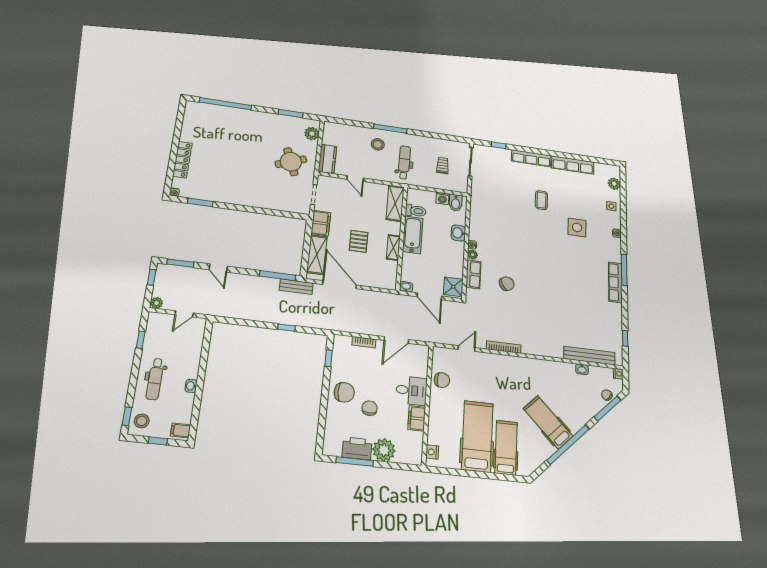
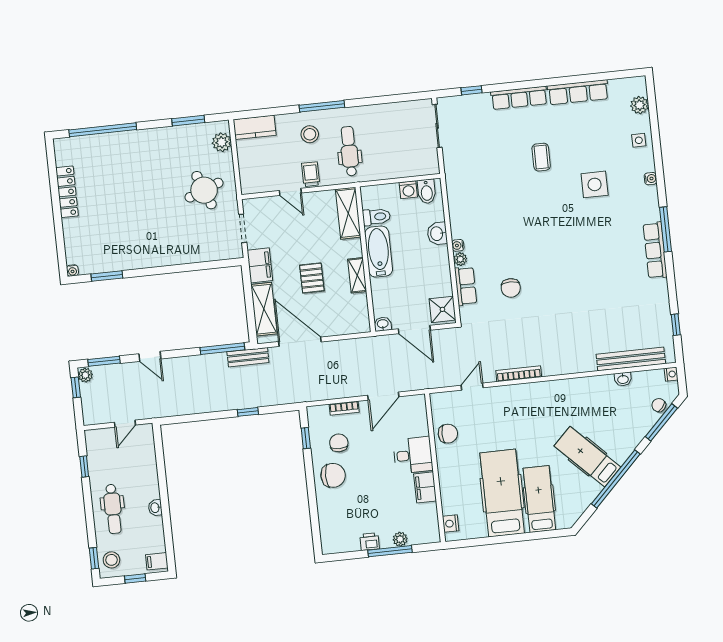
kitchen counter: (327, 159) -> (255, 127), moved, turned 90
locker: (182, 160) -> (67, 192), moved
trolley: (443, 165) -> (311, 174), moved
chair: (507, 284) -> (511, 288), turned 119
plant: (156, 303) -> (85, 375), moved
chair: (370, 408) -> (339, 443), moved
printer: (357, 448) -> (370, 542), width x0.53, depth x0.68
plant: (384, 450) -> (400, 539), width x0.53, depth x0.53
window: (355, 462) -> (390, 551), moved

